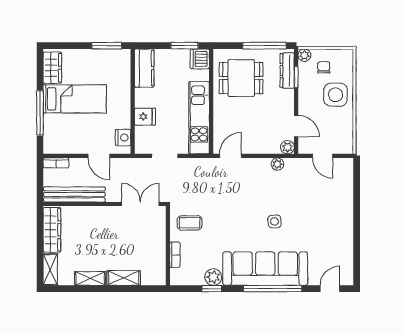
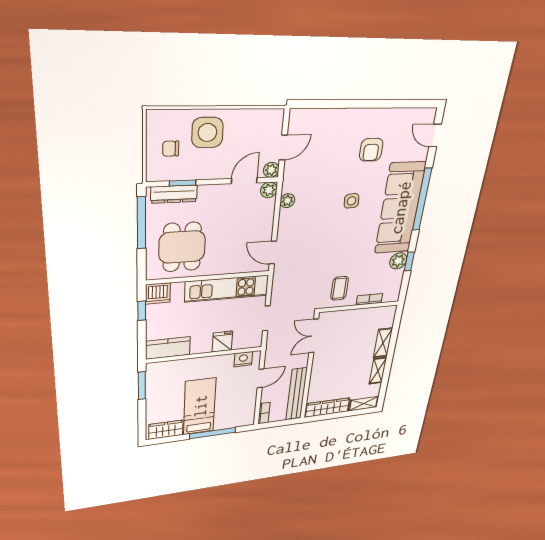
window: (184, 46) -> (142, 311), width x0.67
plant: (304, 55) -> (271, 170), moved
armchair: (319, 232) -> (371, 150), added

